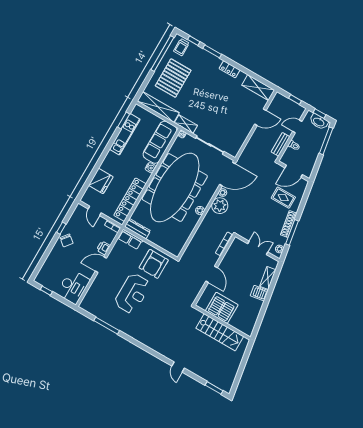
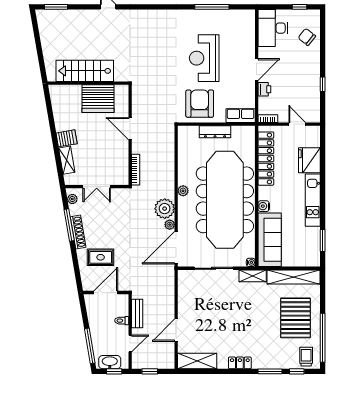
kitchen unit: (125, 134) -> (313, 200), moved
dresser: (138, 229) -> (215, 132), moved
chair: (67, 240) -> (307, 37), moved

